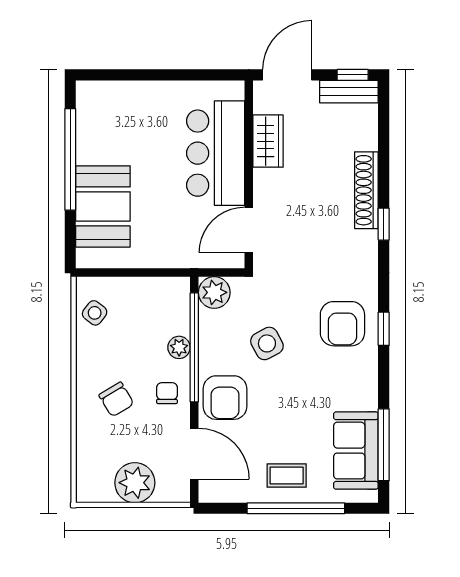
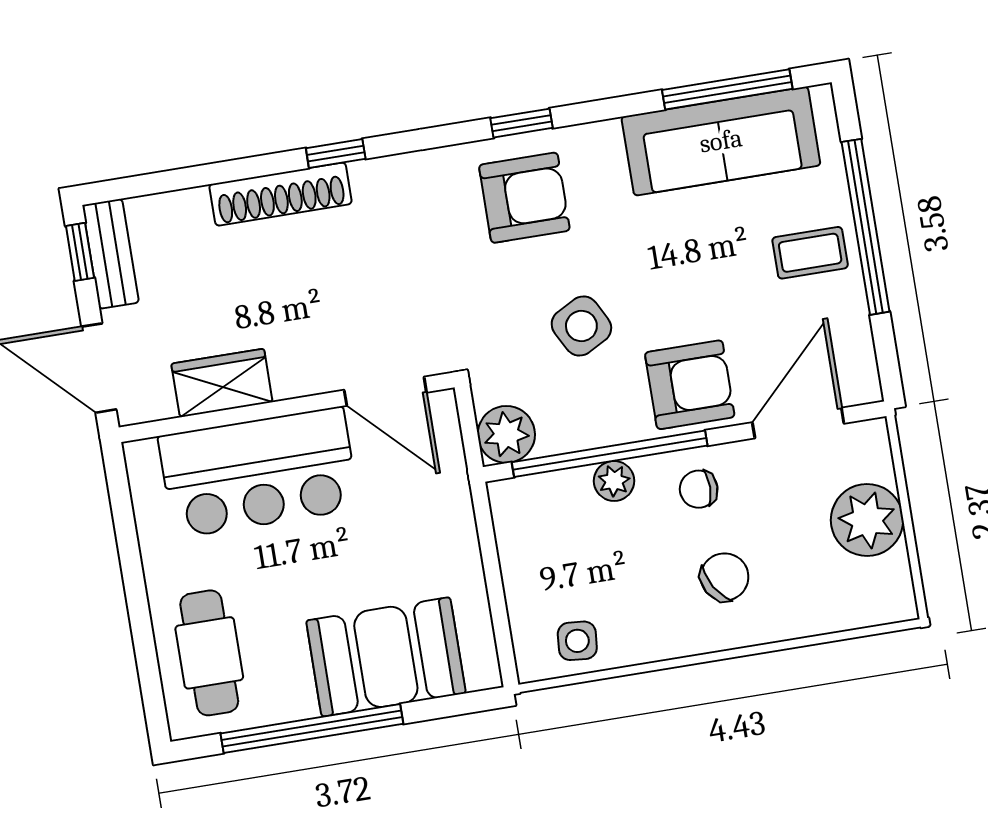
cafe table: (121, 110) -> (209, 653), added
side table: (95, 313) -> (577, 641), turned -33
sofa: (356, 451) -> (721, 141), width x1.36
coffee table: (287, 475) -> (810, 253), turned 90

